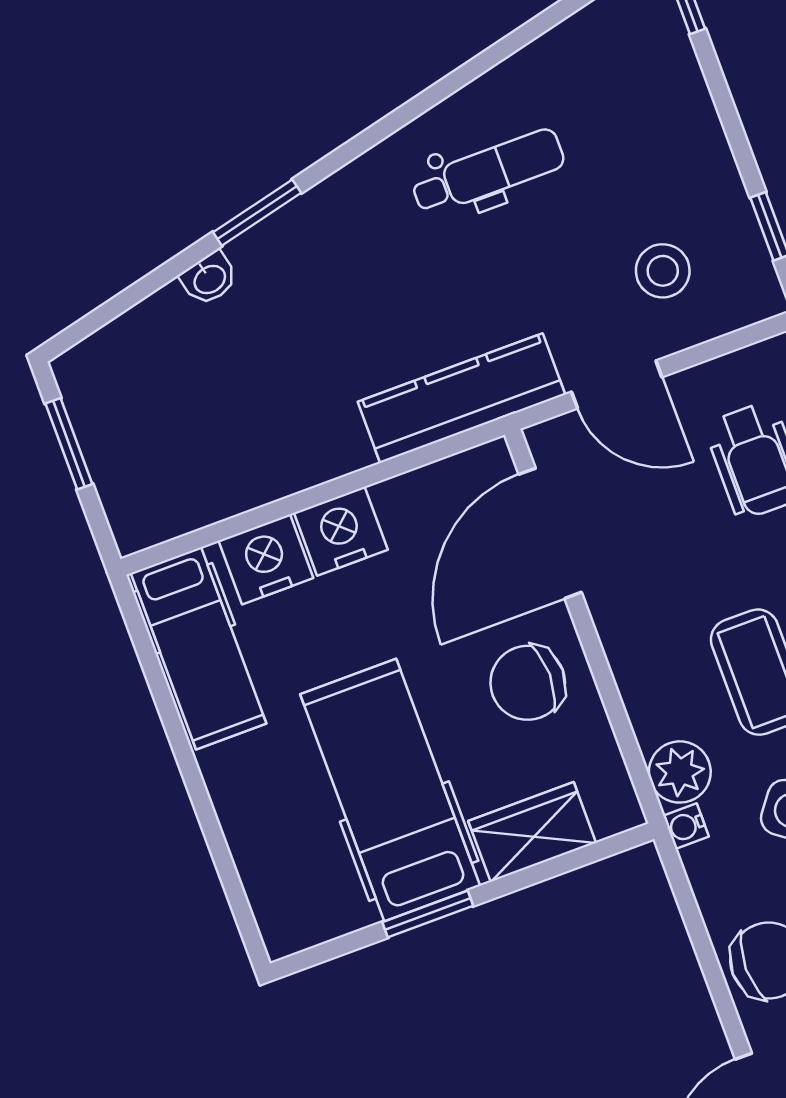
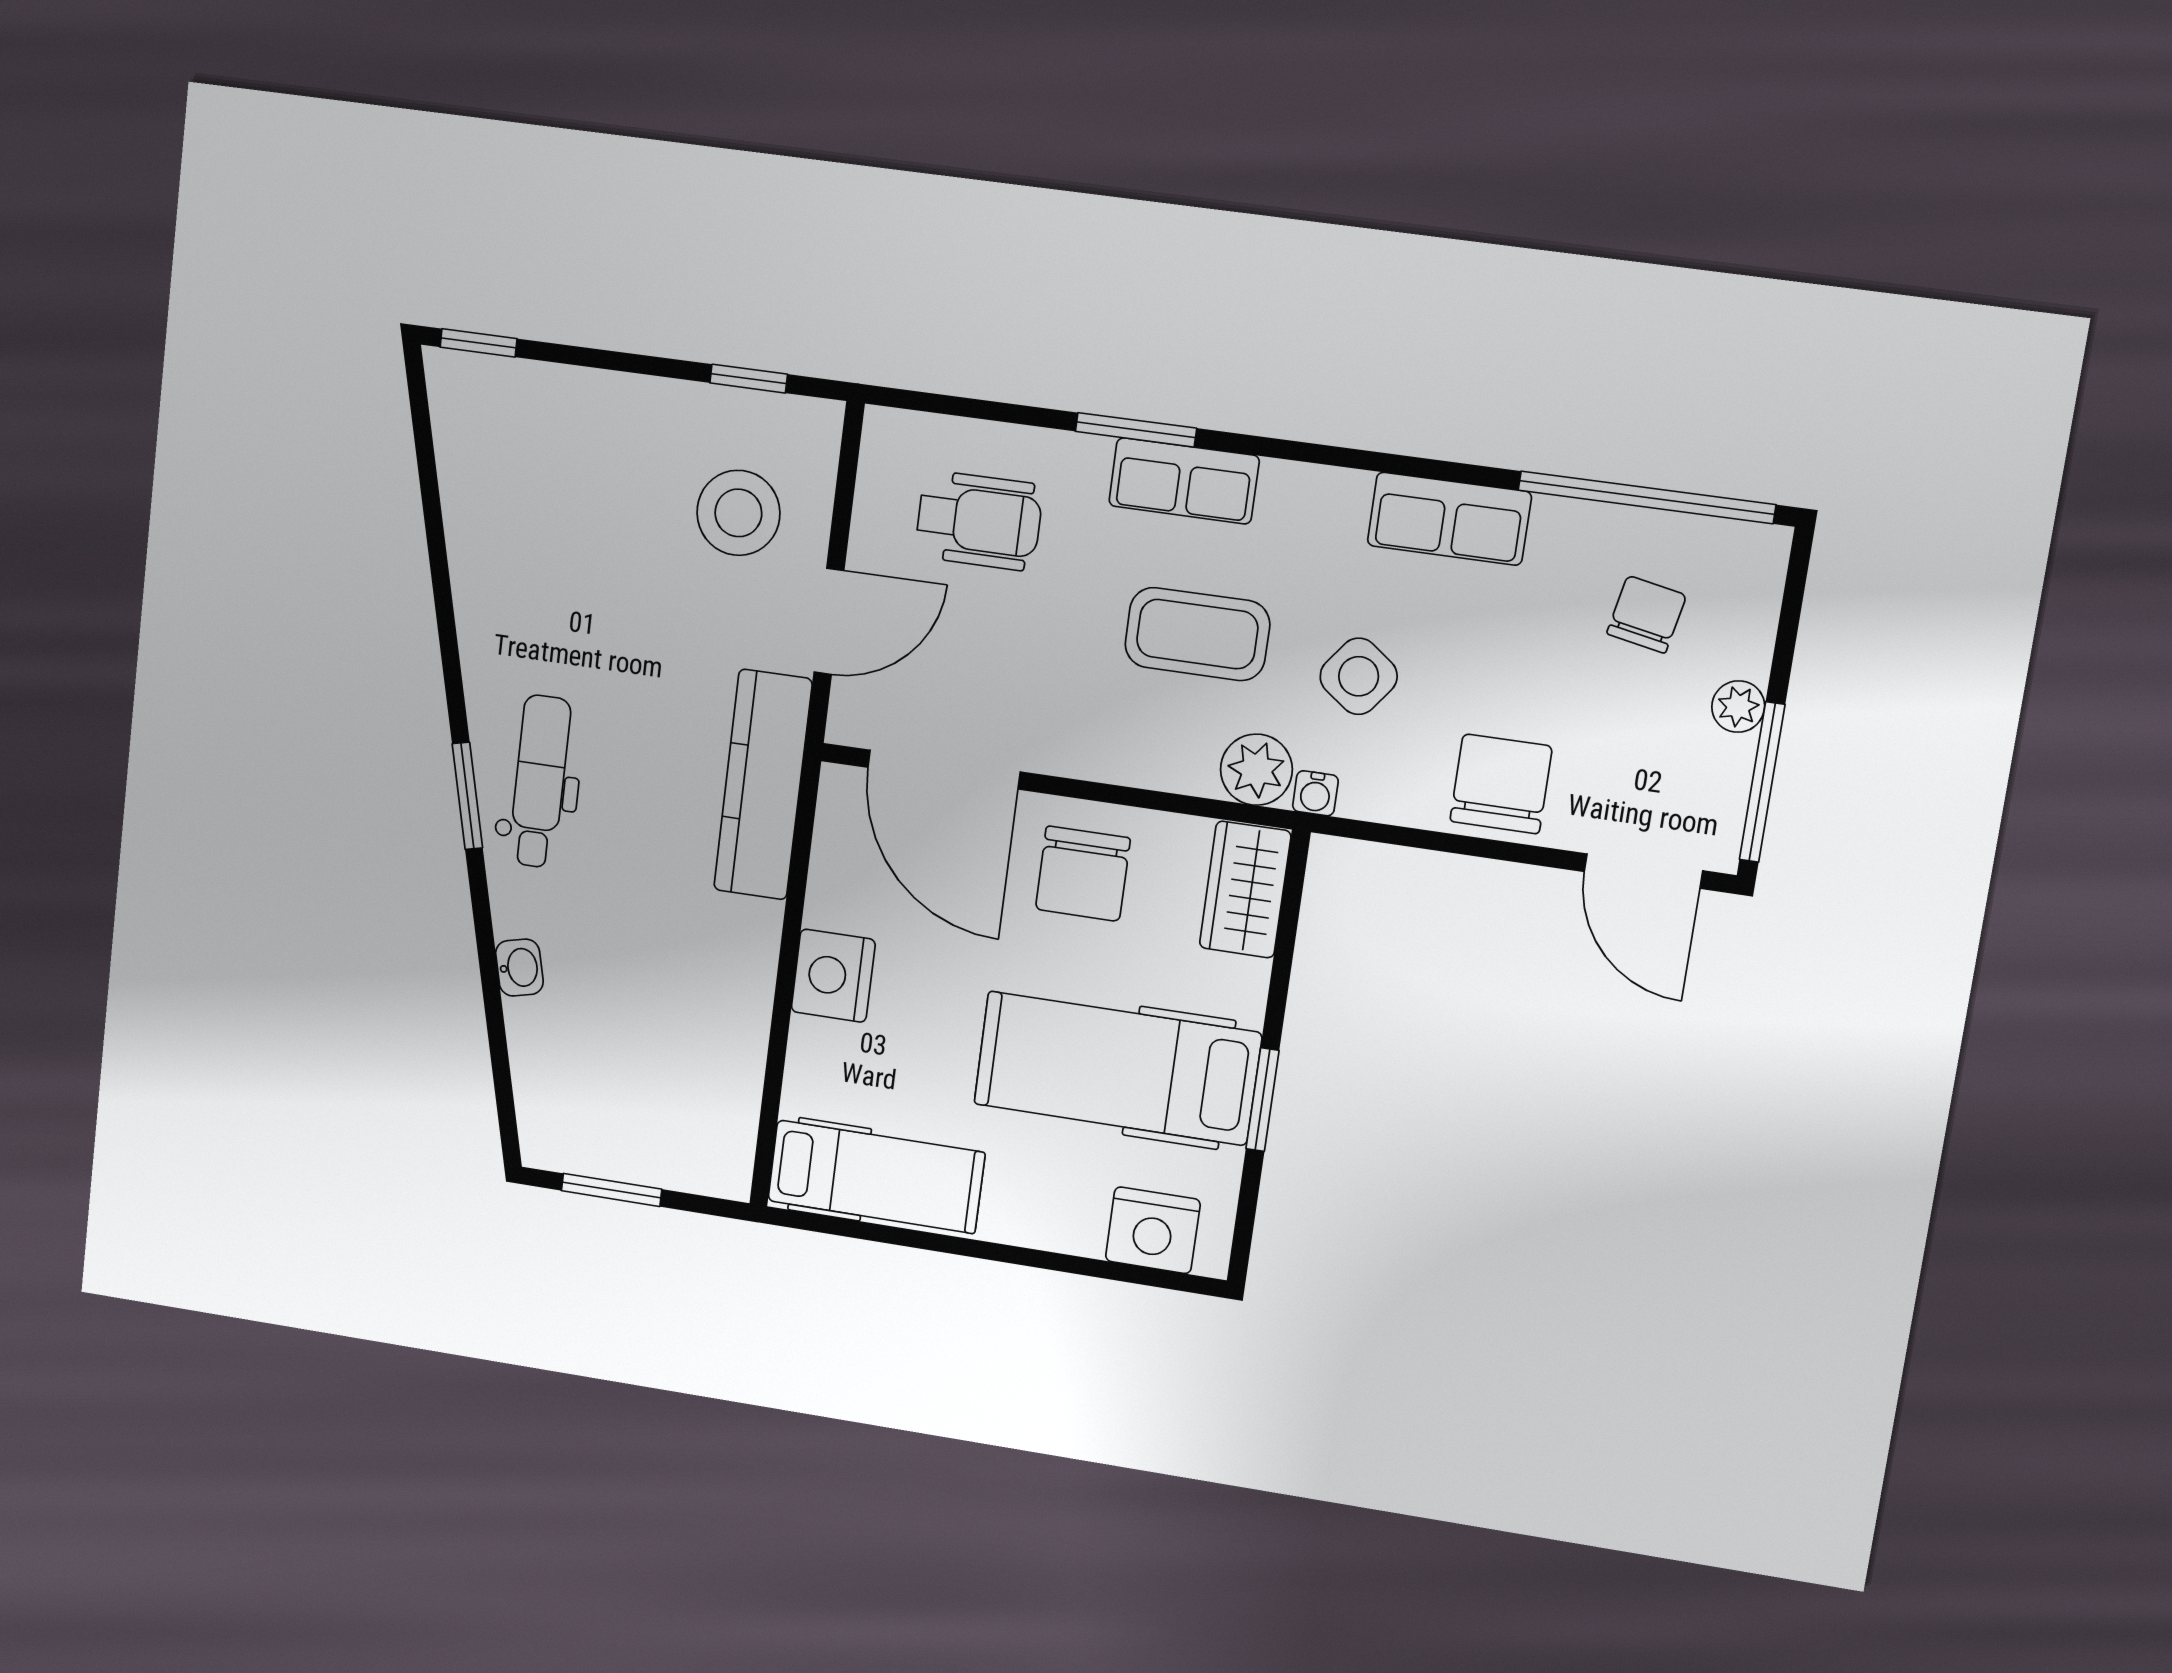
dental chair: (488, 172) -> (540, 781), moved
window: (257, 213) -> (467, 796), moved
stool: (663, 271) -> (738, 513), width x1.38, depth x1.38
nightstand: (266, 559) -> (1153, 1230), moved, turned -90
wardrobe: (532, 832) -> (1245, 890), moved

